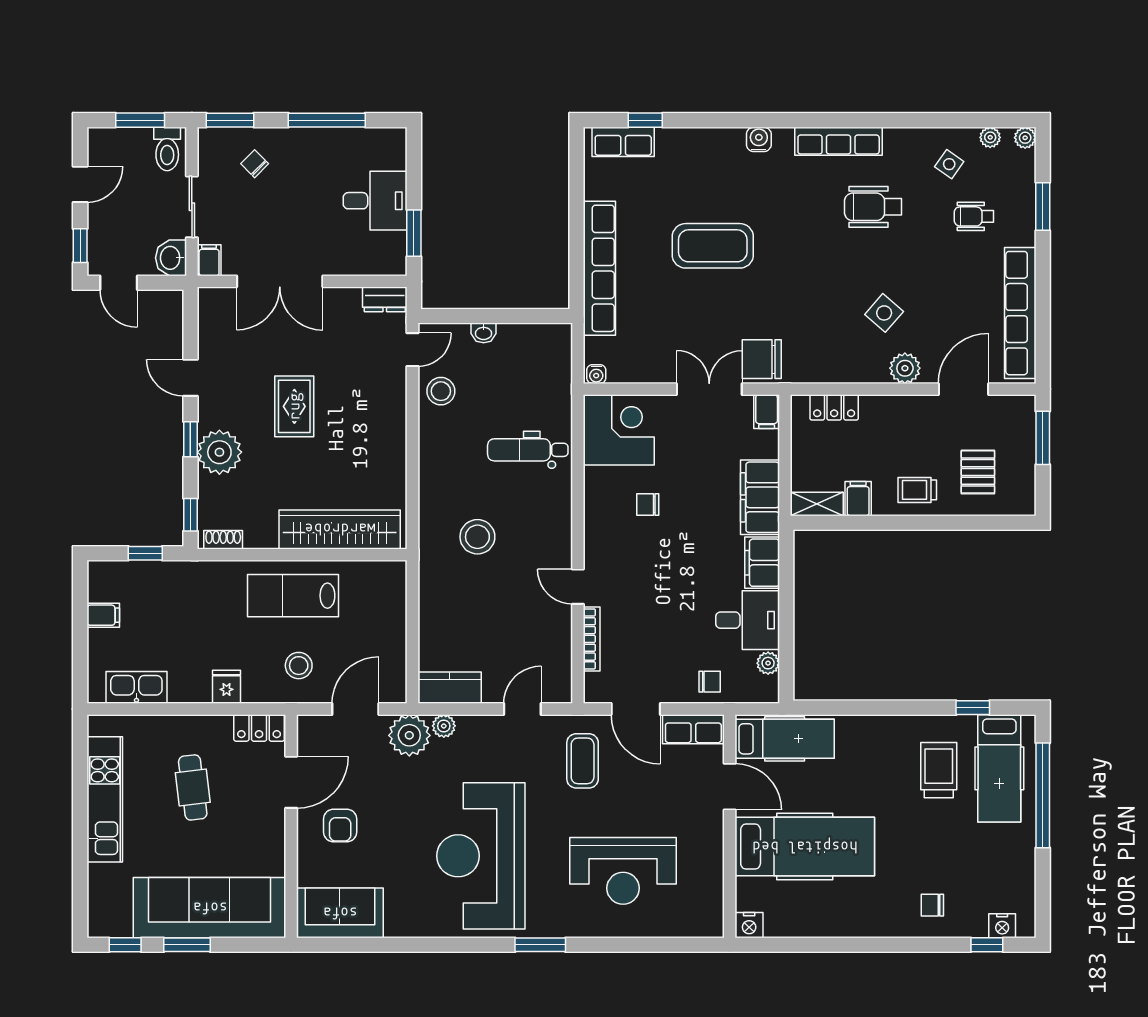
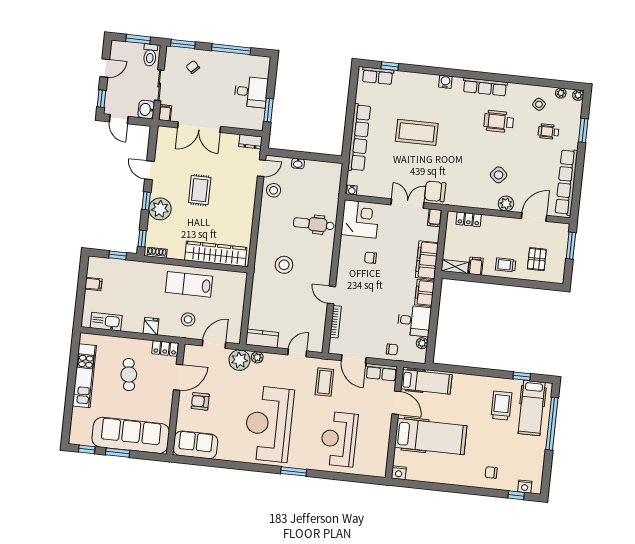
armchair: (340, 826) -> (200, 401), turned 90
reception desk: (623, 871) -> (339, 439), turned 90

